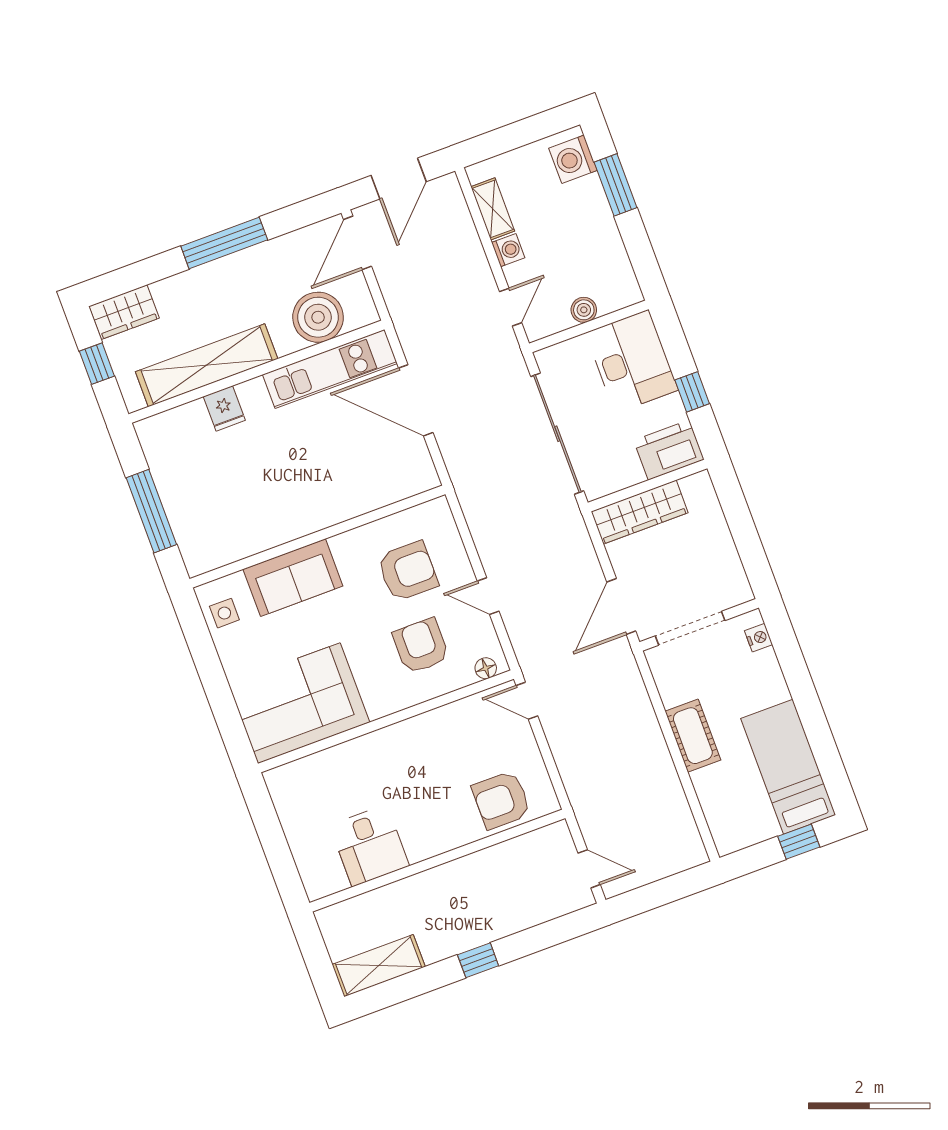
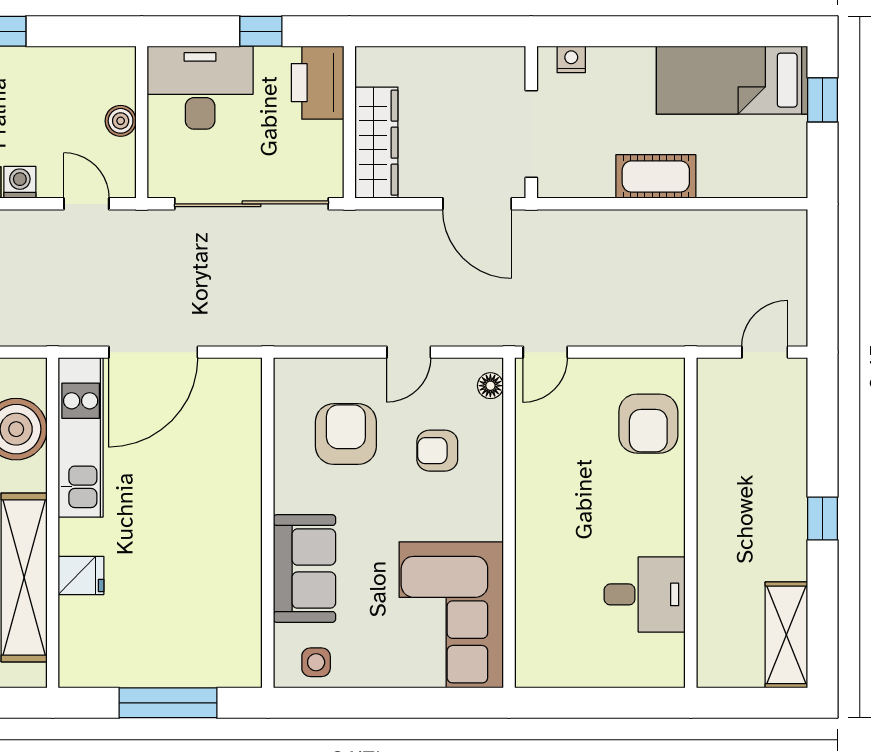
armchair: (421, 646) -> (437, 451), width x0.72, depth x0.72

